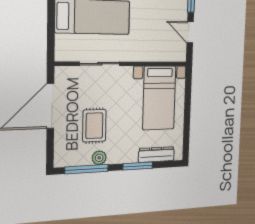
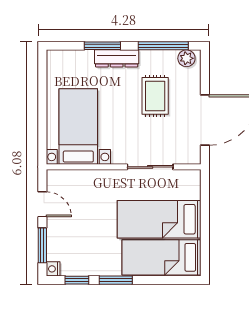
dresser: (156, 155) -> (117, 58), moved
plant: (99, 158) -> (186, 58), moved

